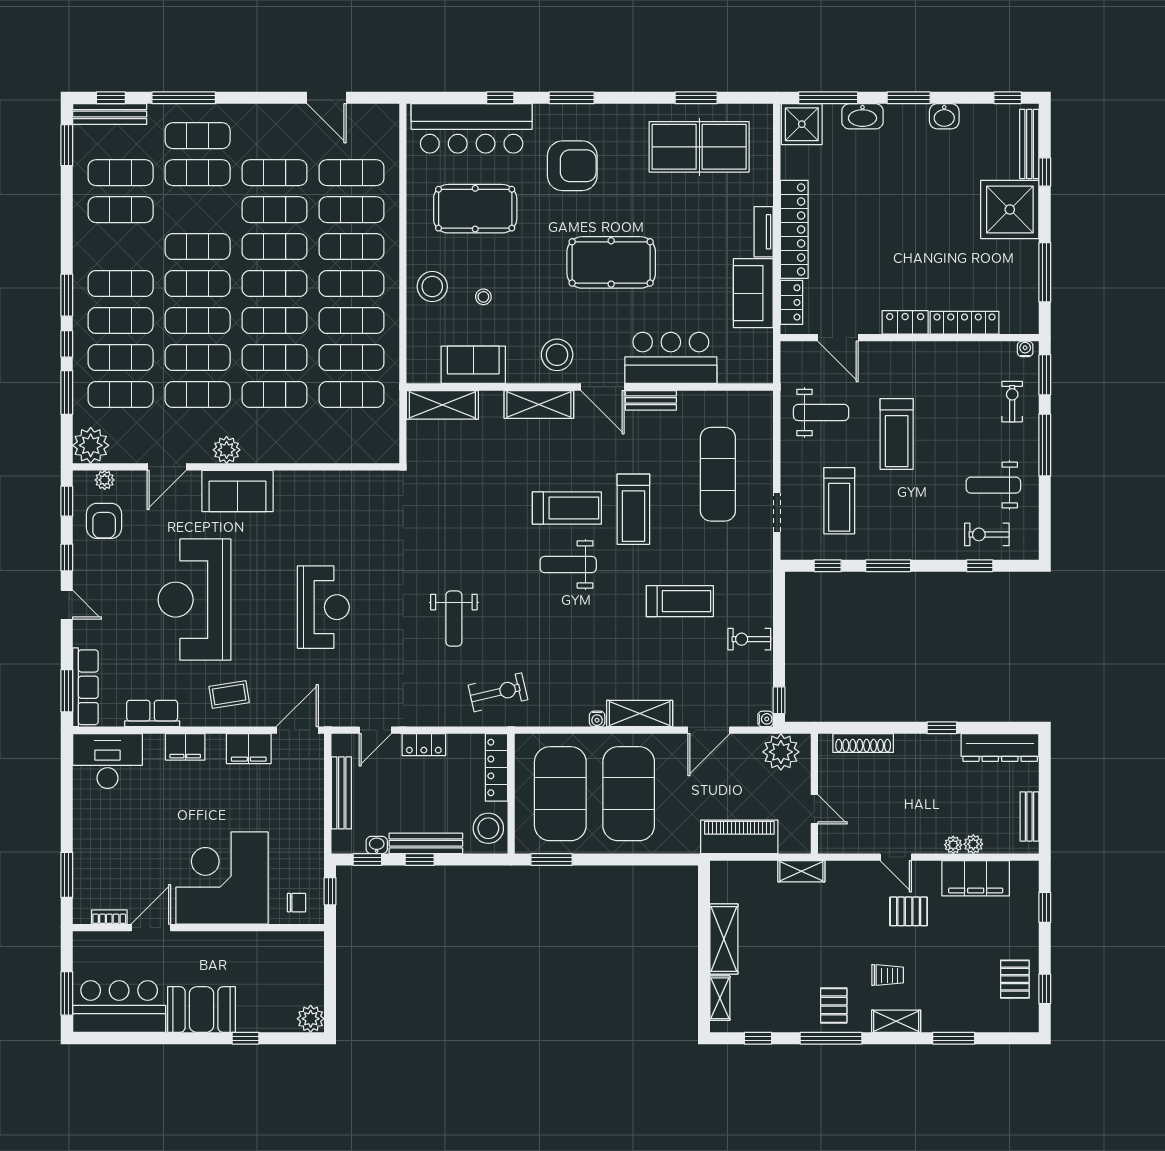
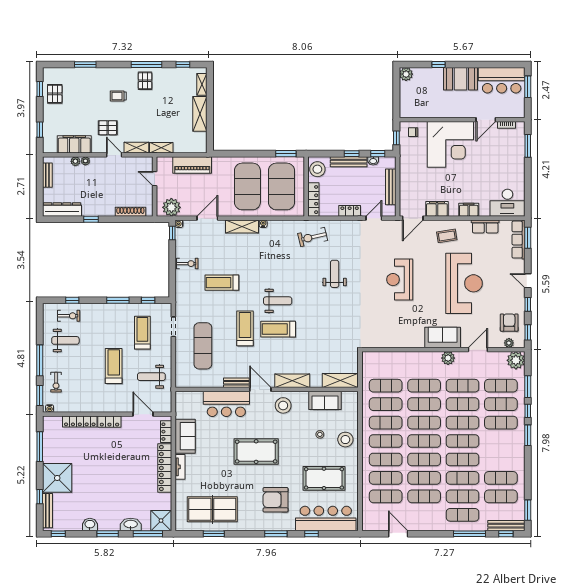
exercise mat: (121, 284) -> (463, 478), moved
shelving: (896, 1021) -> (136, 148), moved

